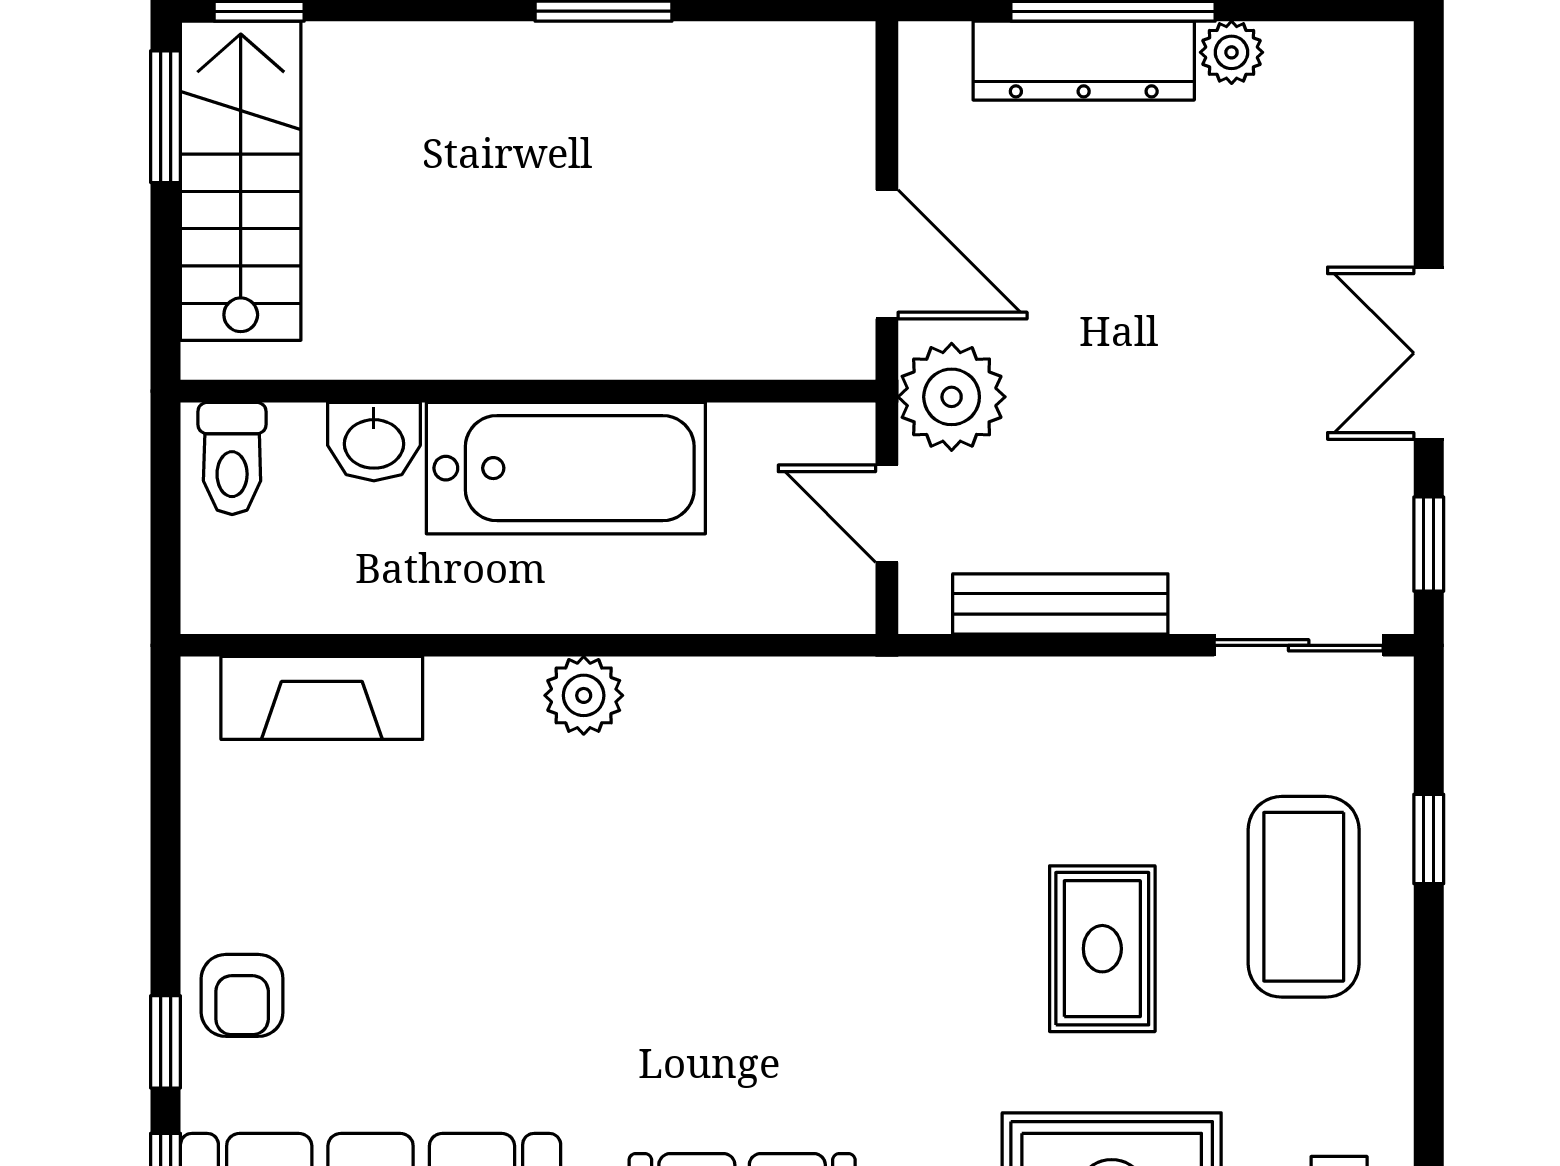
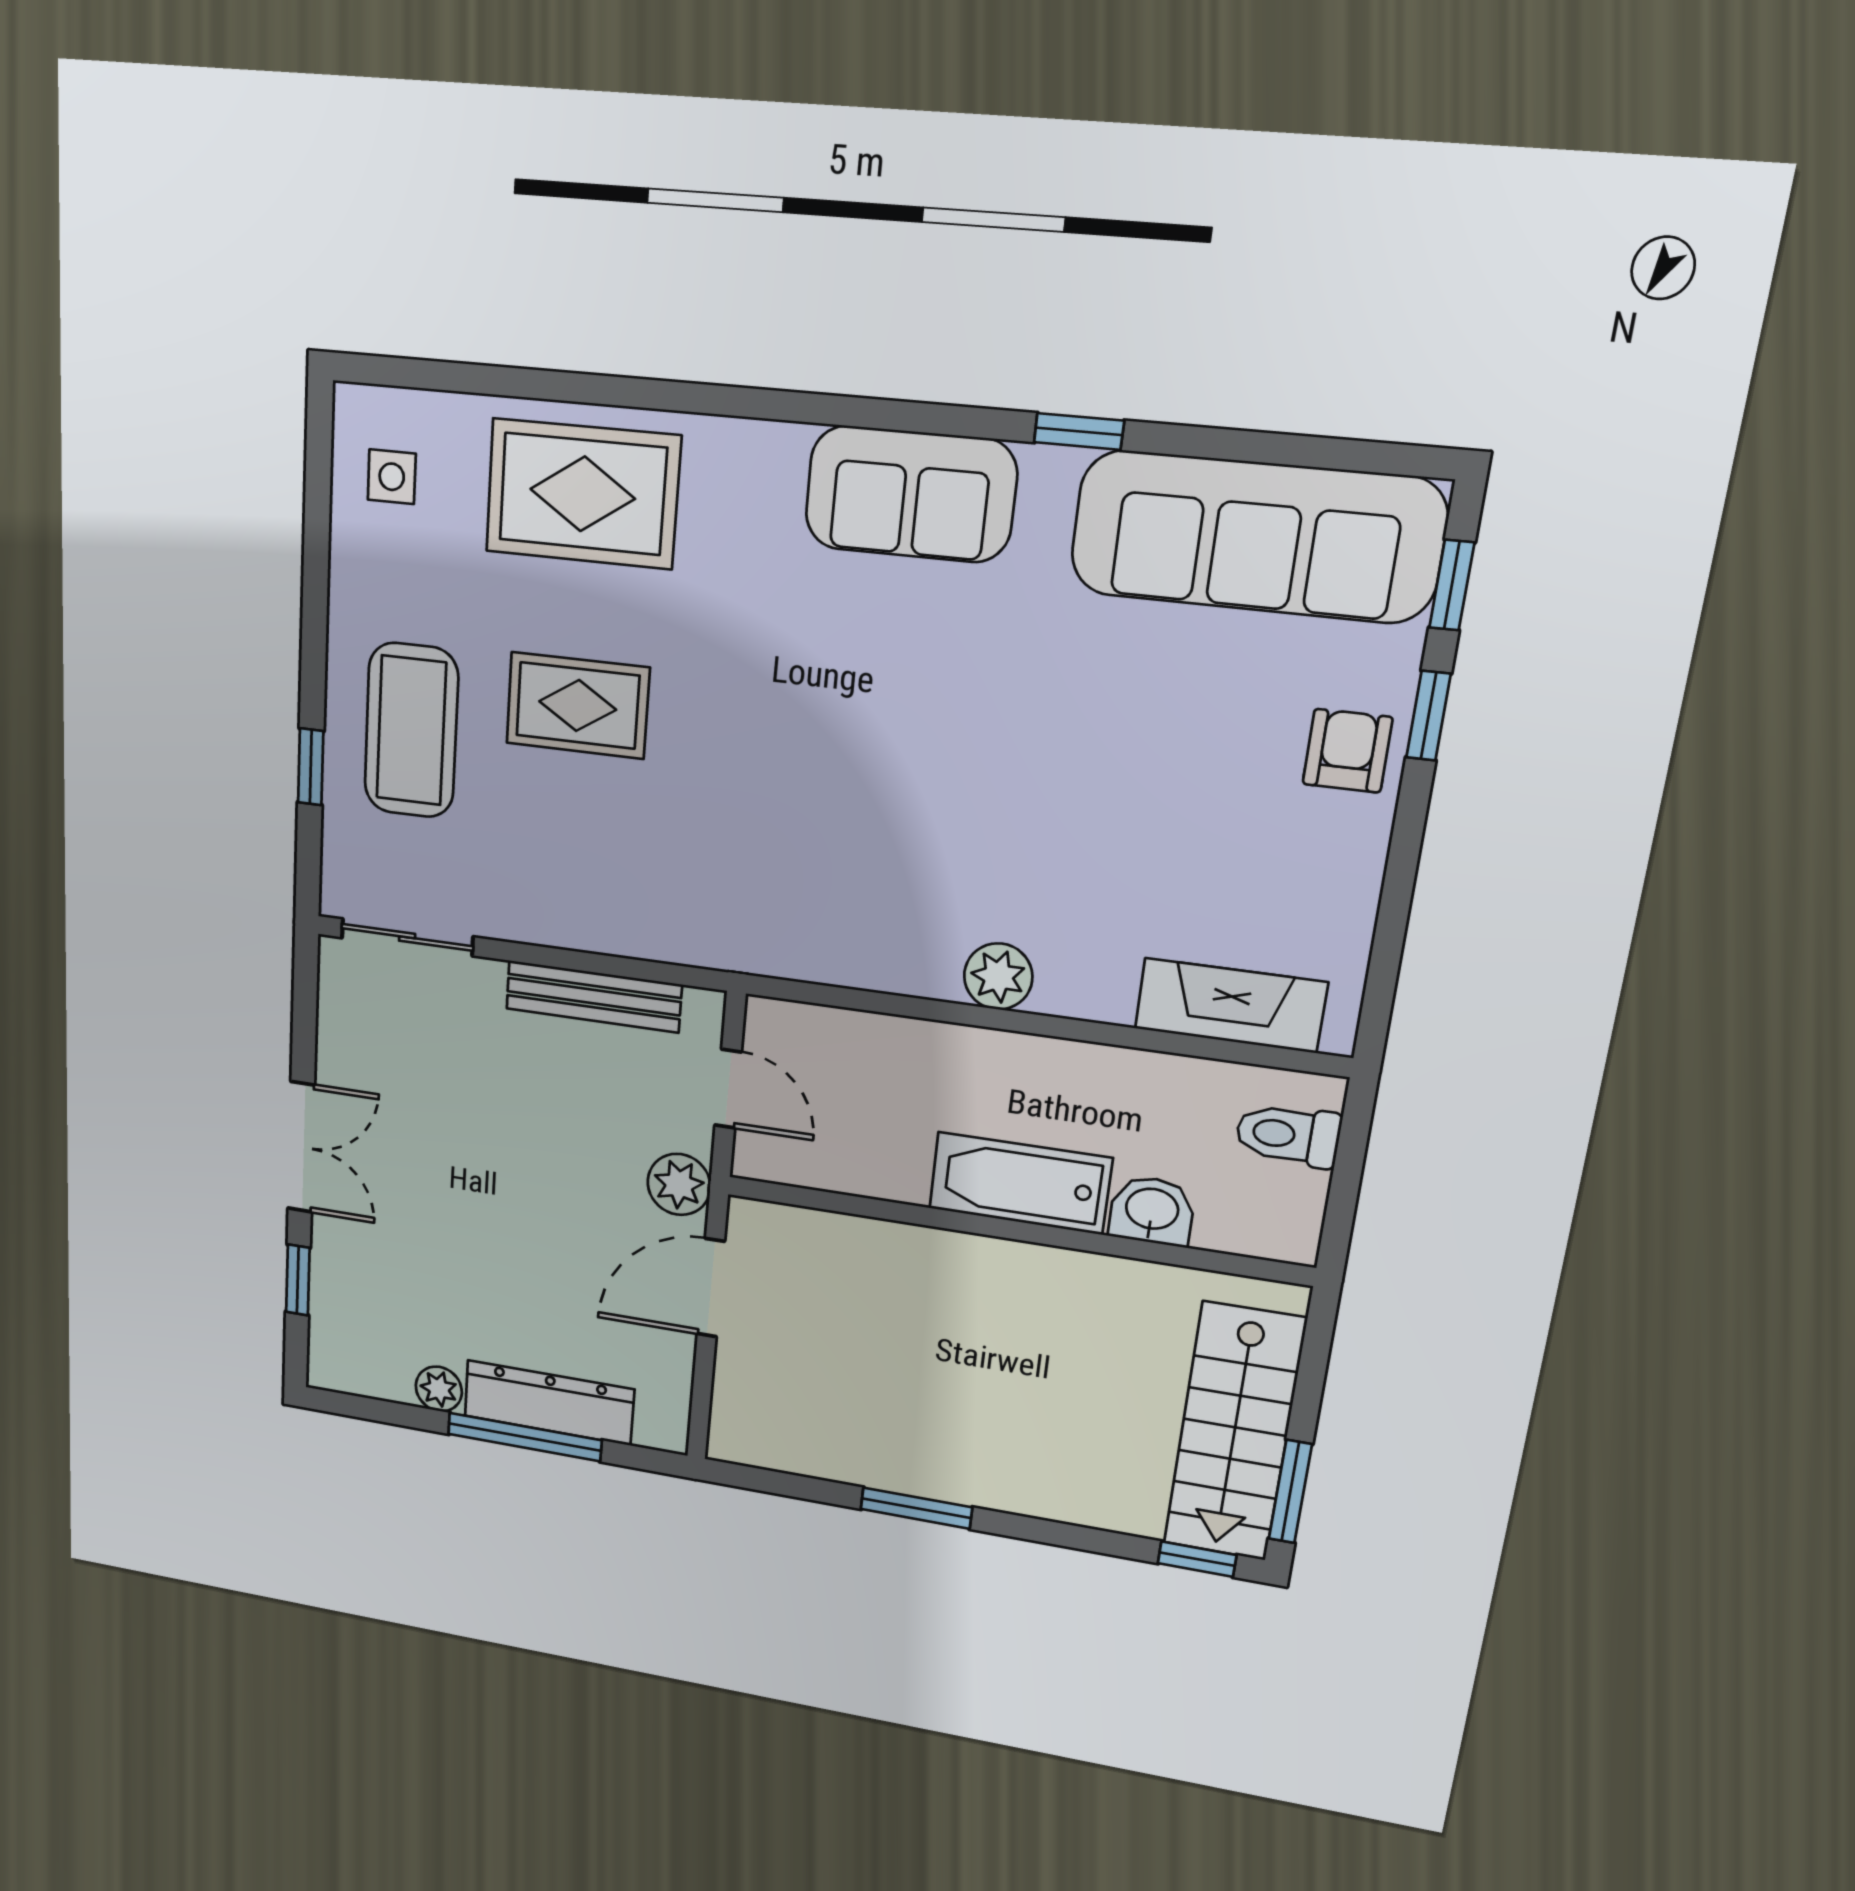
door: (887, 254) -> (711, 1288), hinge flipped
plant: (952, 397) -> (679, 1184), width x0.73, depth x0.73
toilet: (232, 458) -> (1288, 1135), moved, turned -90
bathtub: (566, 468) -> (1020, 1183), width x0.73, depth x0.73
window: (1429, 544) -> (298, 1280), moved
rug: (1102, 949) -> (578, 706), turned 90

